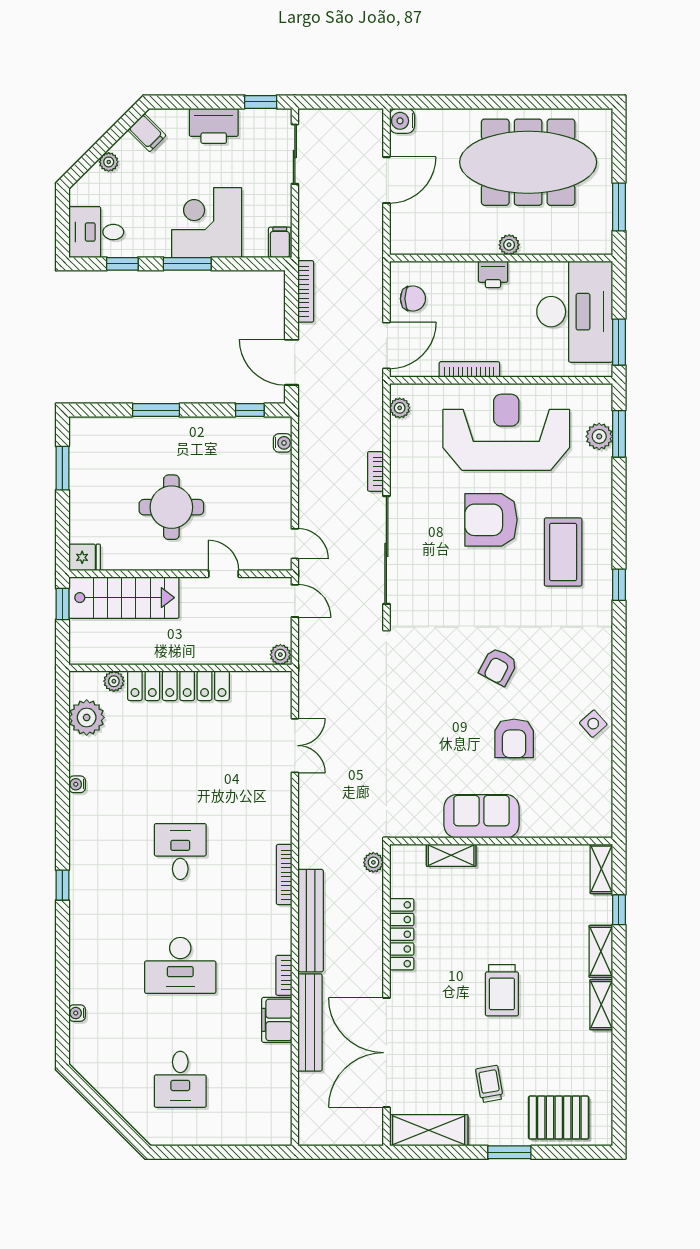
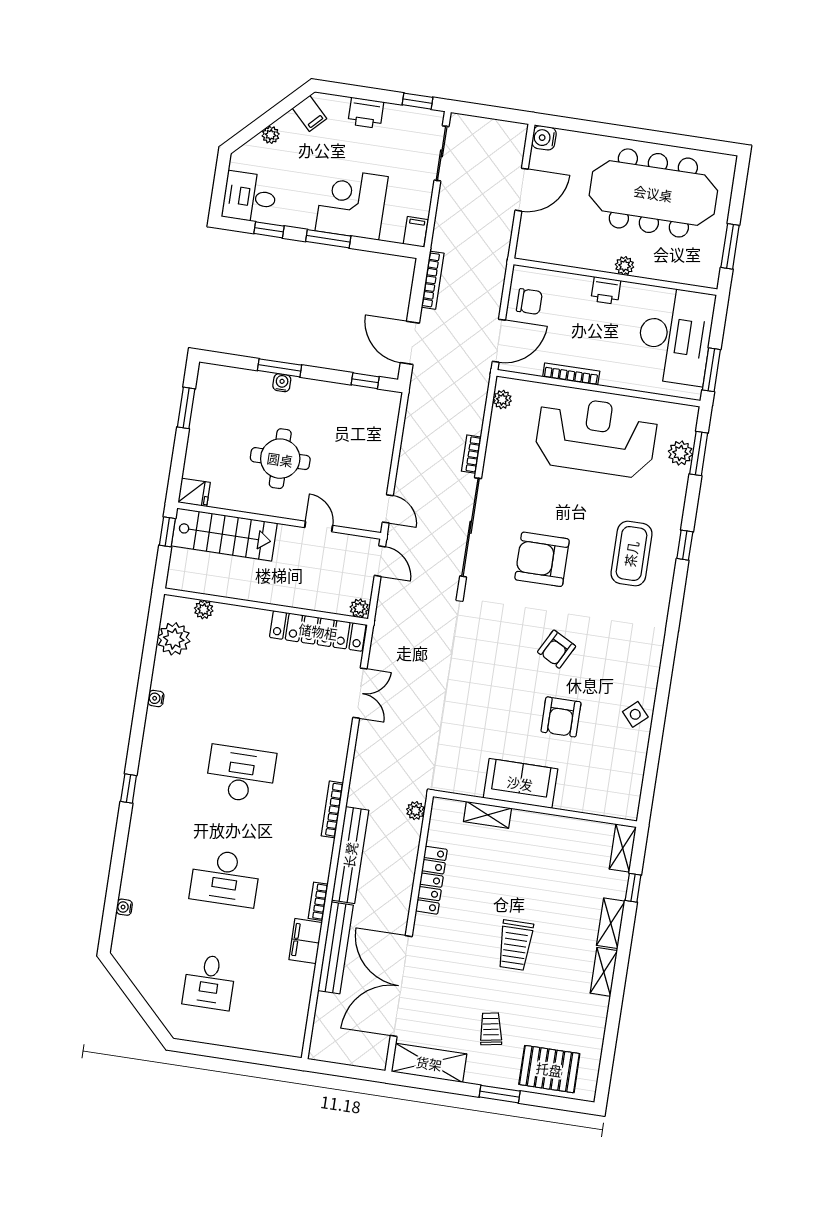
printer: (214, 126) -> (366, 113), width x0.73, depth x0.84
water cooler: (283, 443) -> (282, 383), moved, turned -90
armchair: (491, 520) -> (542, 559), moved
window: (619, 585) -> (685, 545), moved
locker: (178, 686) -> (318, 631), moved
desk: (180, 852) -> (241, 774), width x1.37

